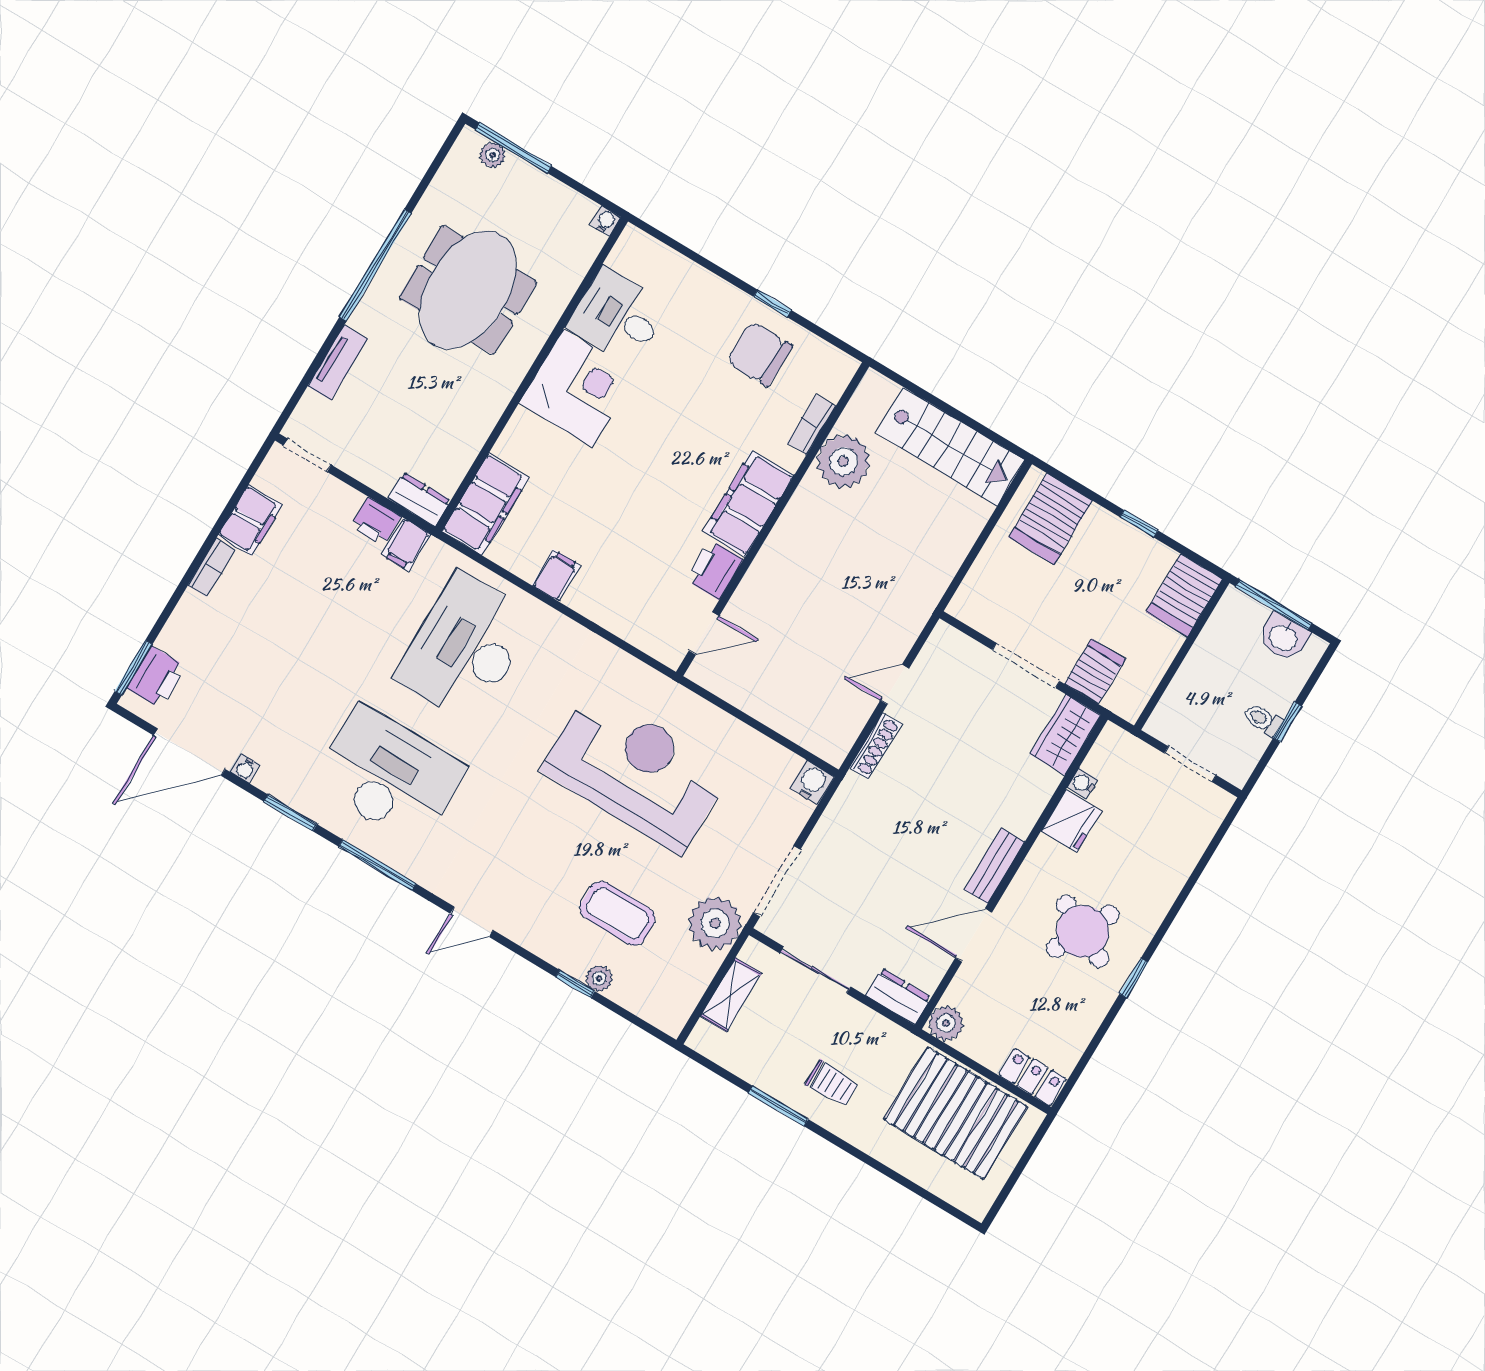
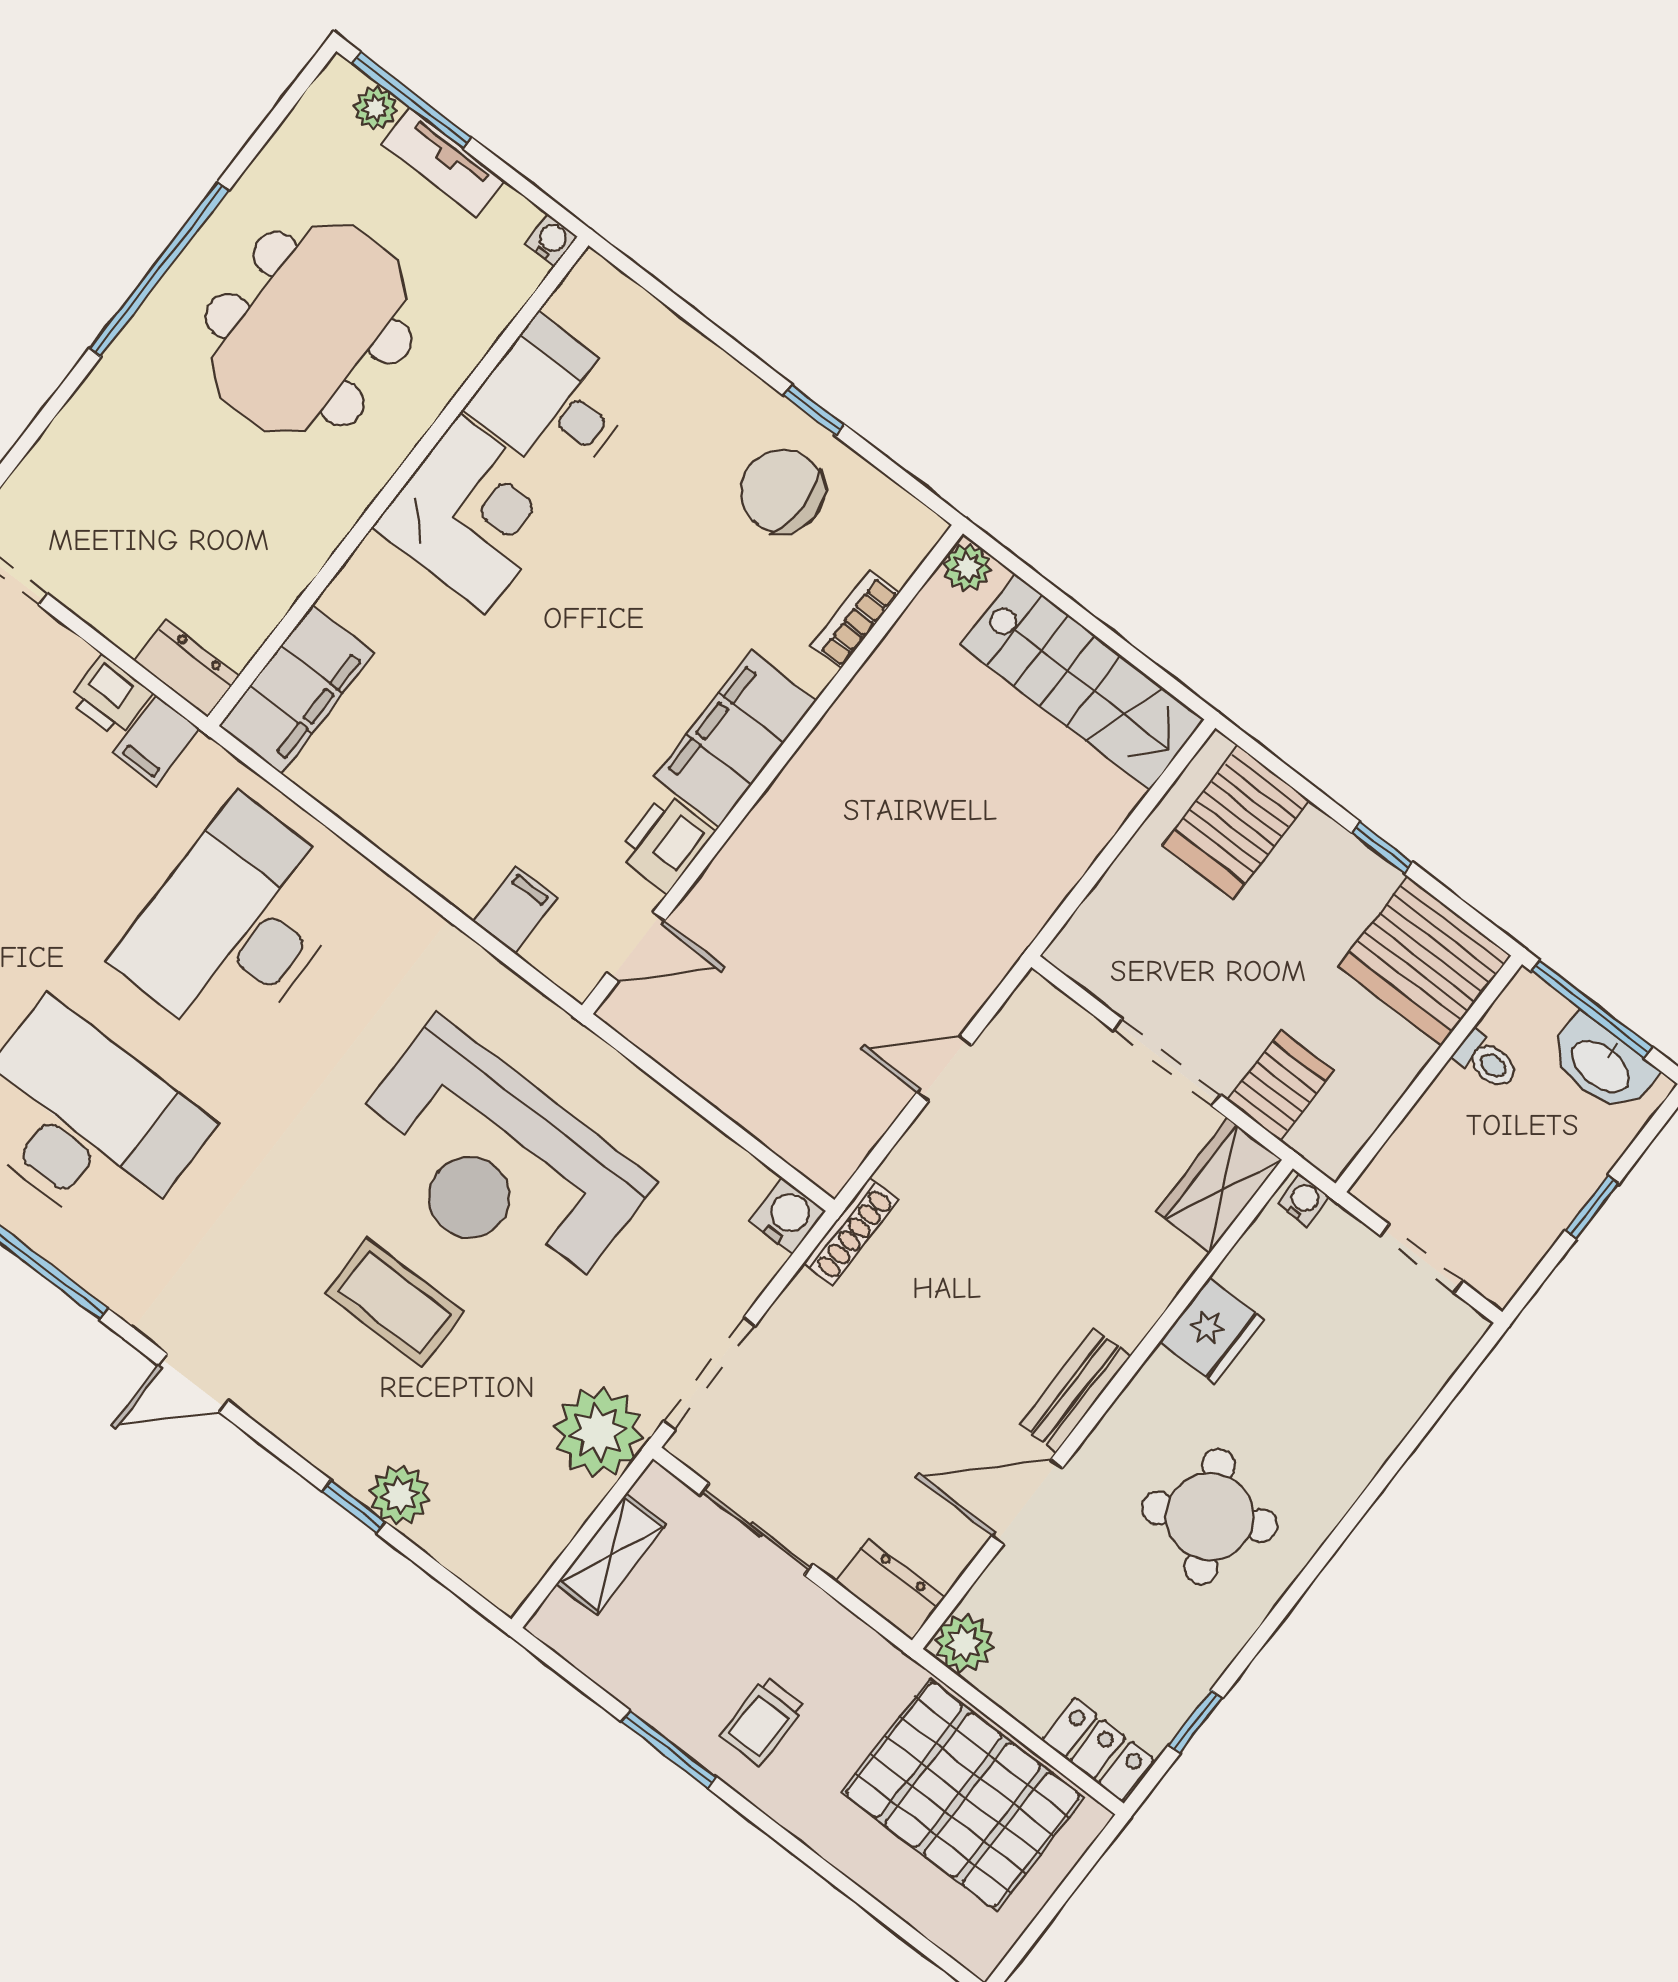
tv unit: (338, 362) -> (443, 162), moved, turned 90
plant: (844, 461) -> (967, 567), moved, width x0.53, depth x0.53
filing cabinet: (556, 575) -> (515, 909), moved
server rack: (1184, 595) -> (1425, 961), width x1.60
washbasin: (1284, 637) -> (1602, 1065), width x1.38
toilet: (1263, 720) -> (1487, 1060), moved, turned 180
shoe rack: (875, 746) -> (851, 1232), moved
reception desk: (636, 771) -> (496, 1163), turned 180
water cooler: (1083, 783) -> (1303, 1200), moved, turned 90
coffee table: (618, 913) -> (394, 1302), moved
round table: (1083, 931) -> (1210, 1517), turned 35
plant: (599, 978) -> (400, 1495), width x1.38, depth x1.38
window: (1134, 978) -> (1196, 1722), moved
trolley: (832, 1083) -> (762, 1722), turned 90

